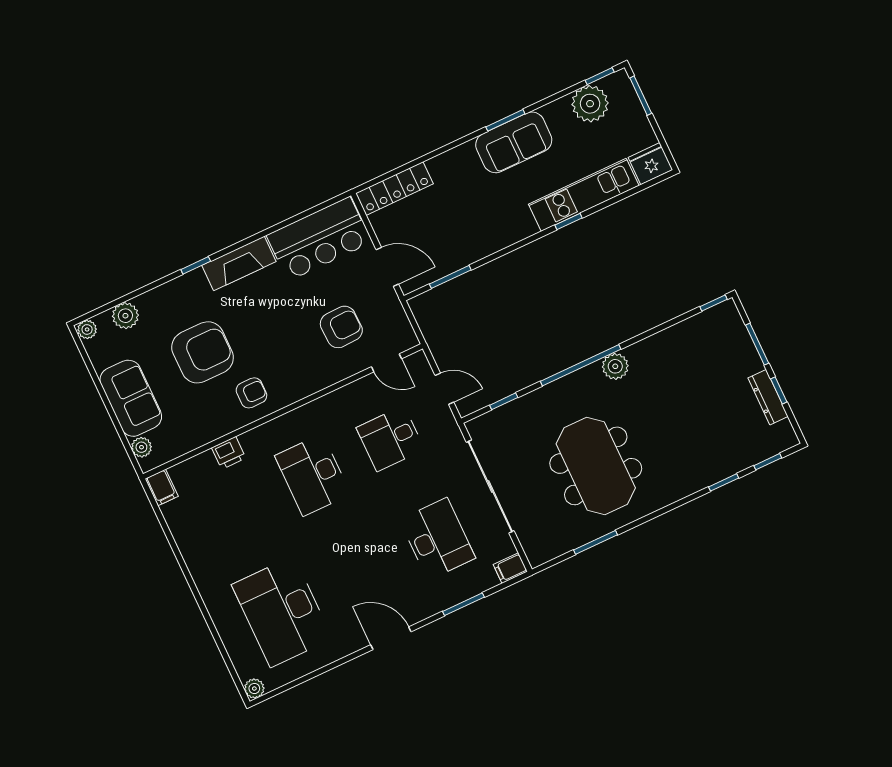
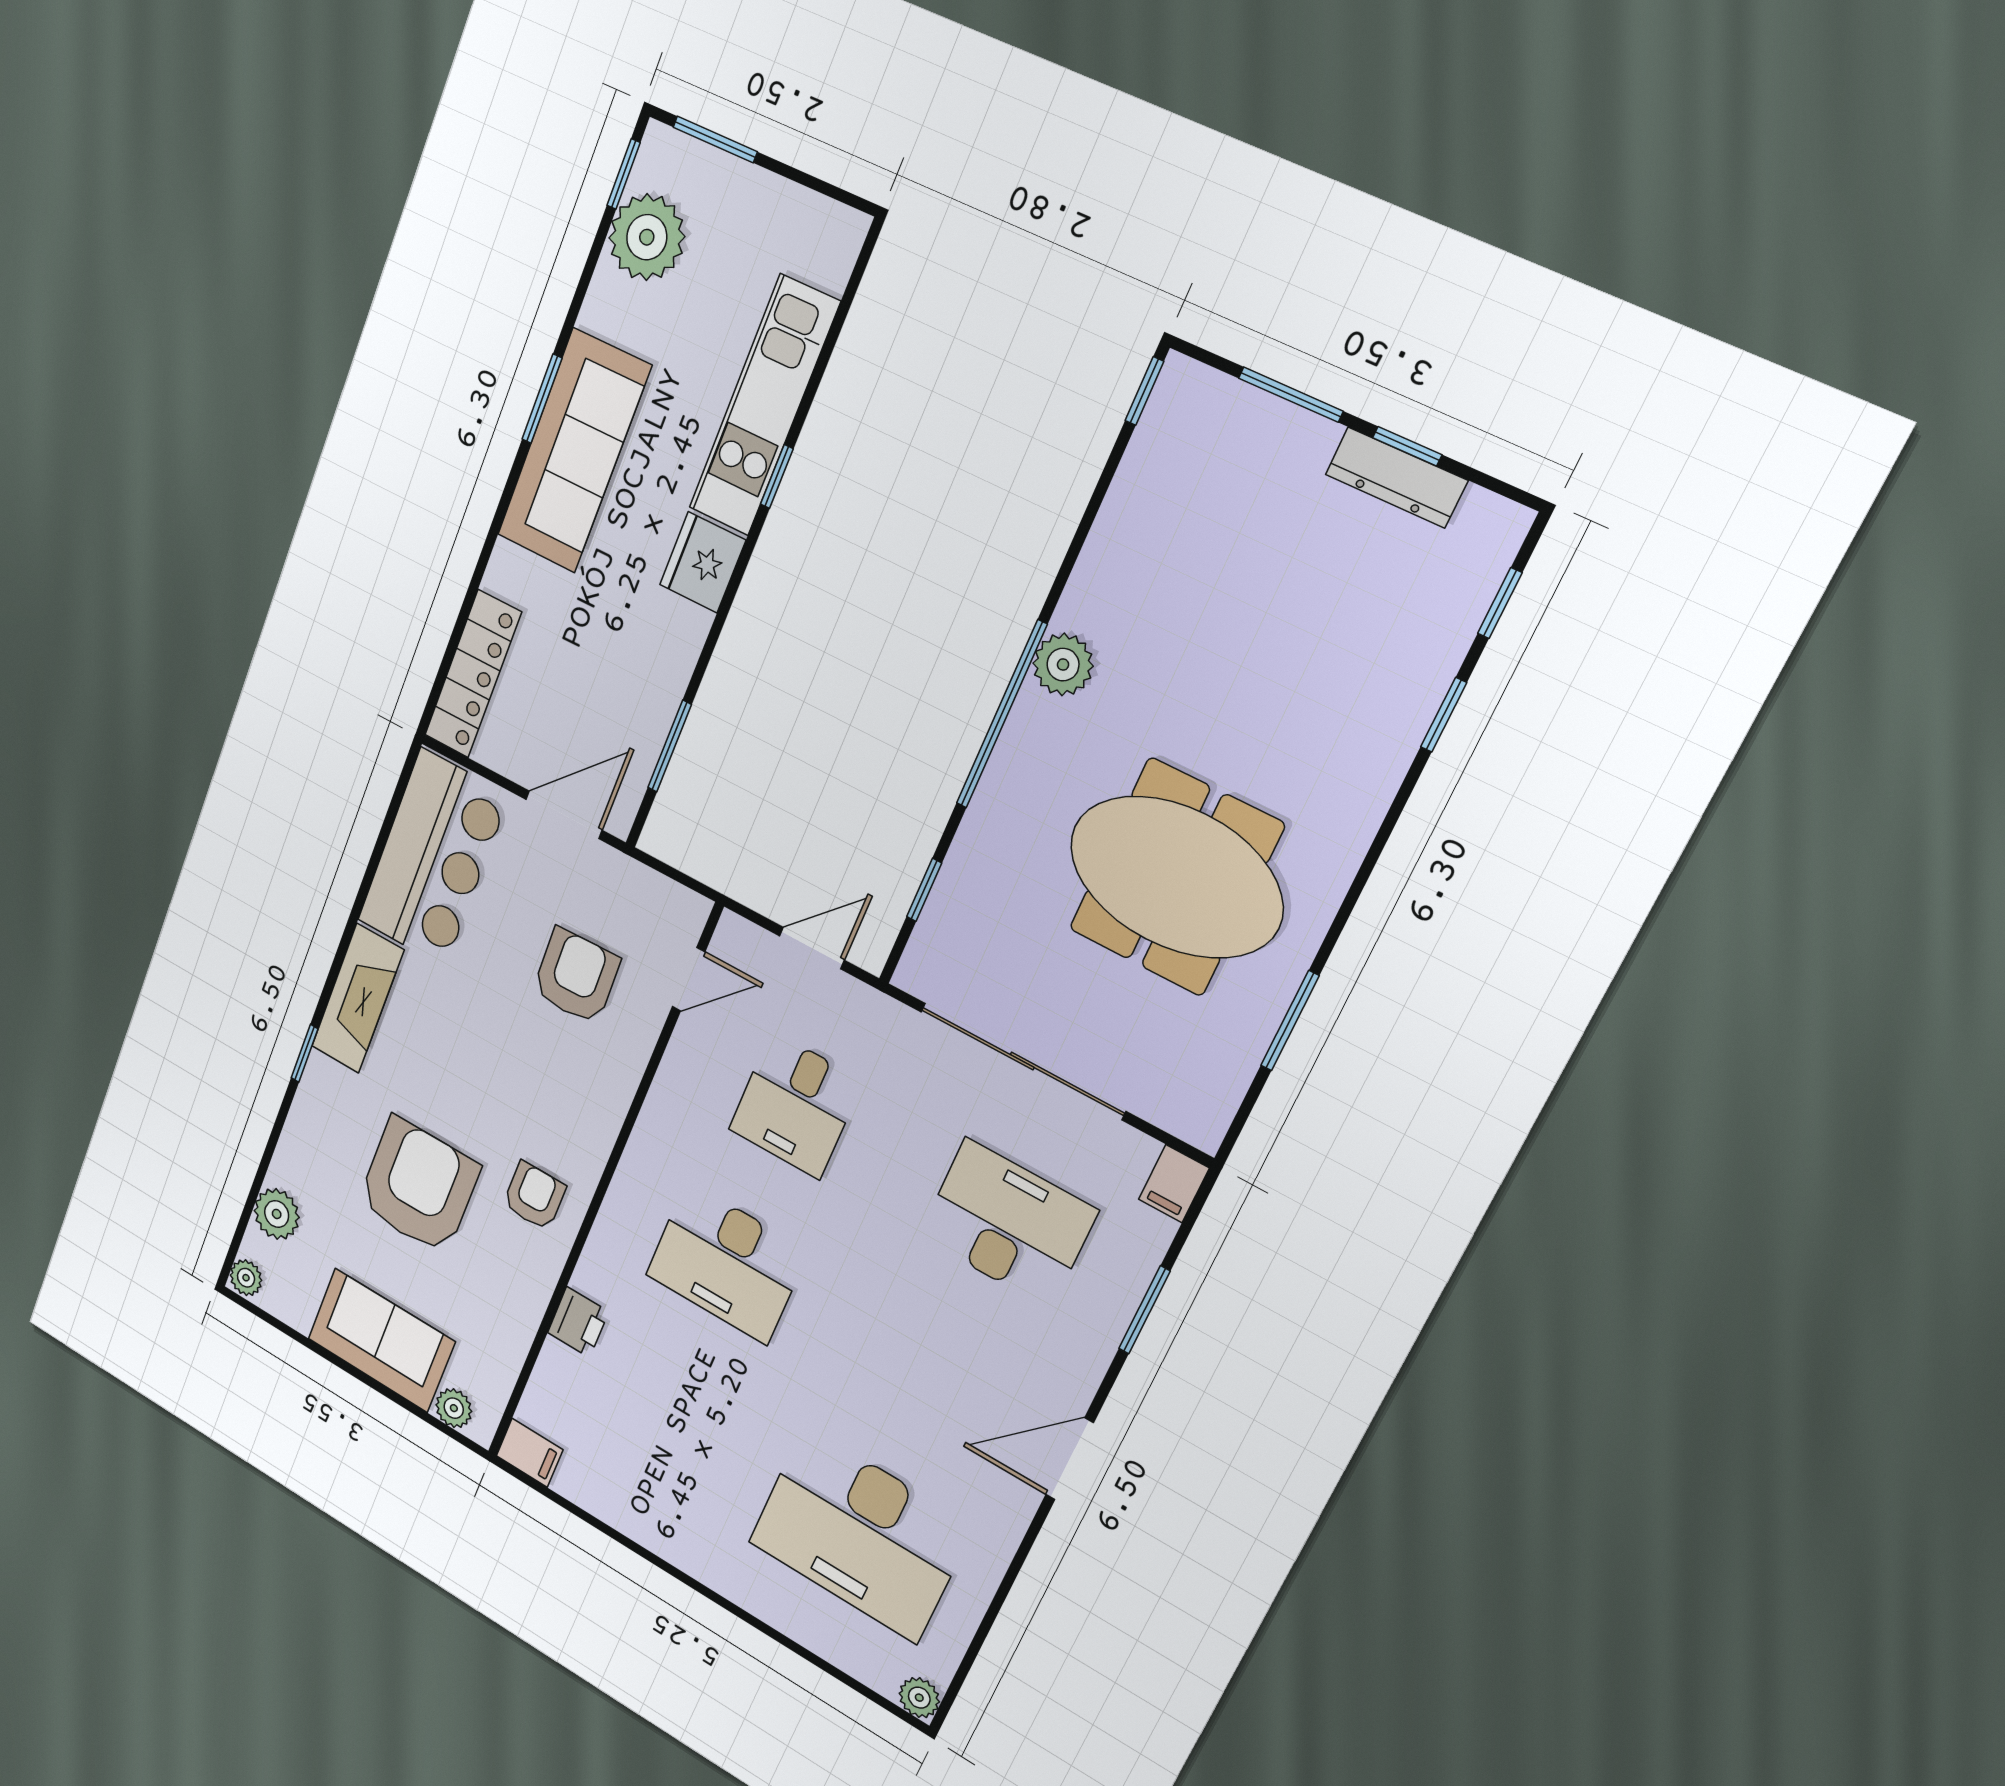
sofa: (514, 142) -> (574, 451), width x1.36
fridge: (650, 164) -> (703, 562), moved

